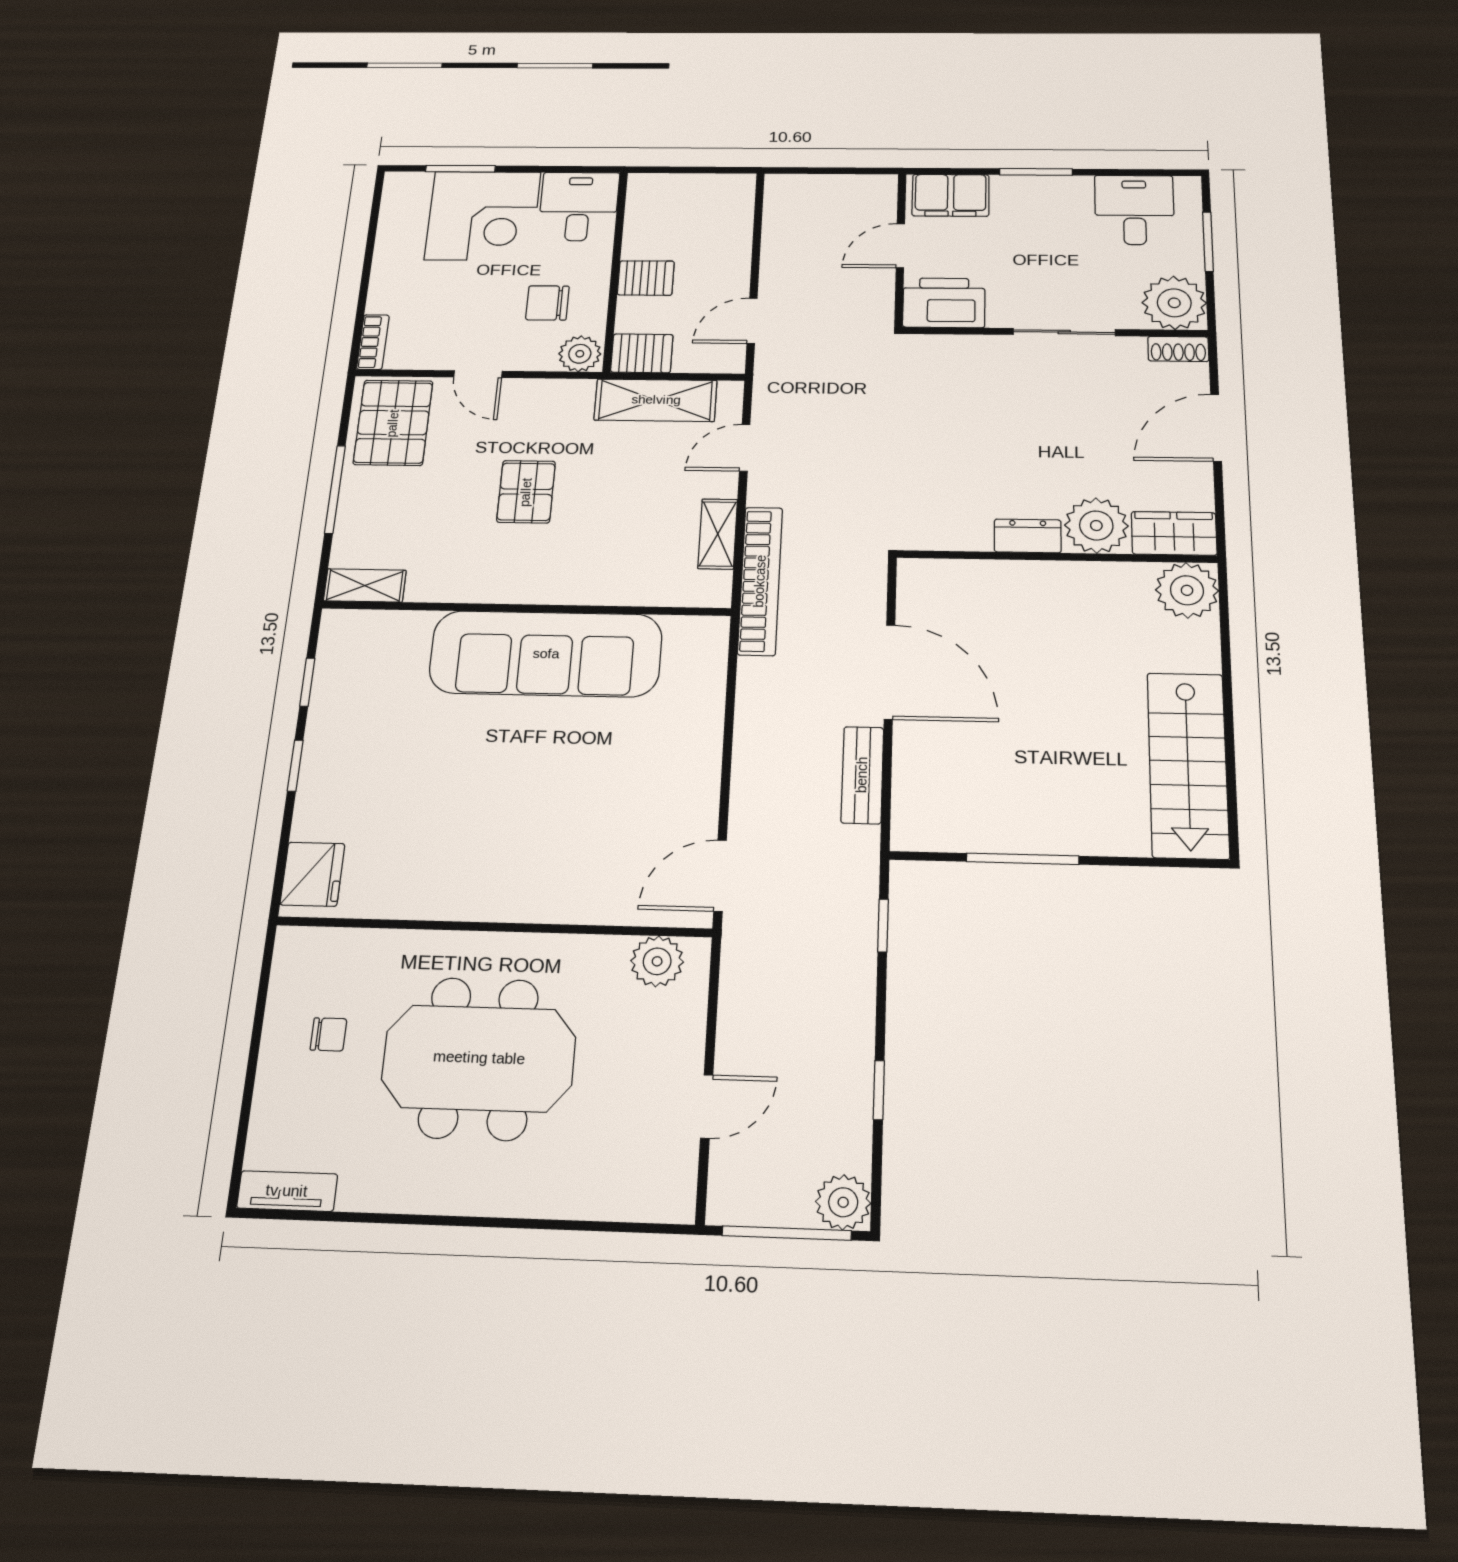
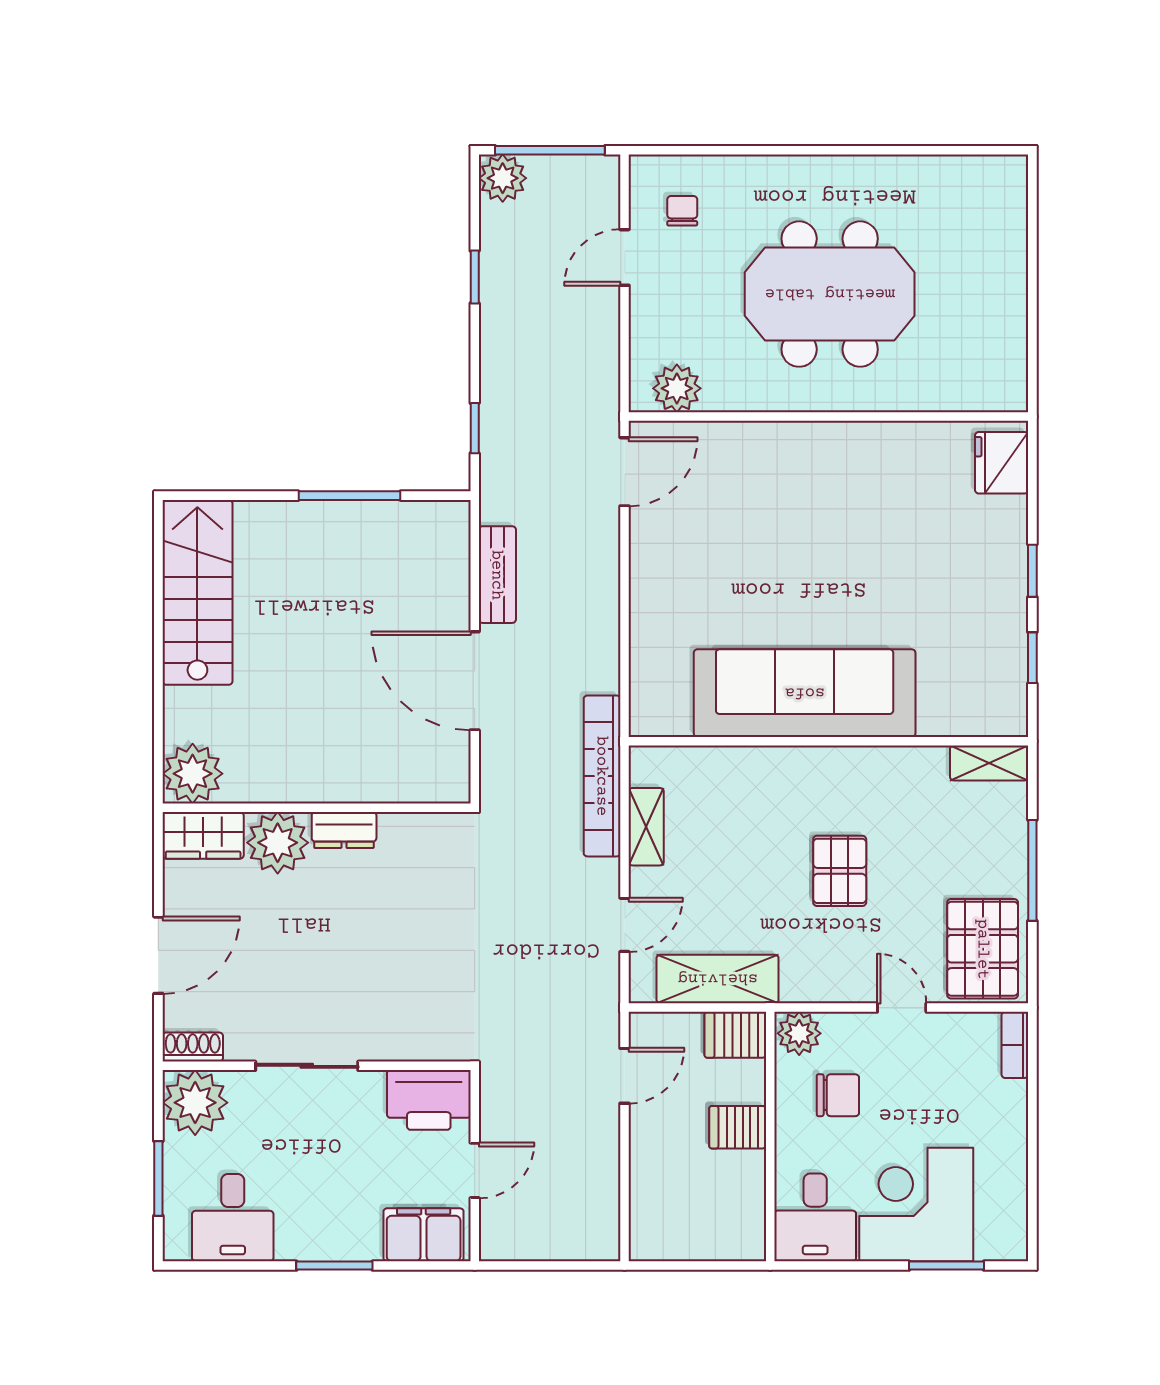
chair: (328, 1034) -> (682, 211), moved, turned 90
tv unit: (287, 1191) -> (986, 171), removed

